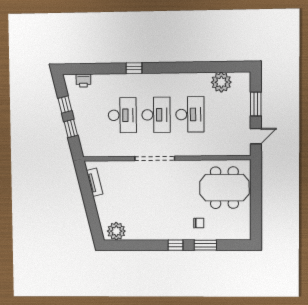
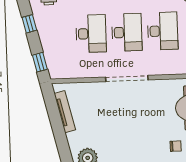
window: (71, 128) -> (40, 62), moved
tv unit: (95, 182) -> (65, 112), width x1.41

